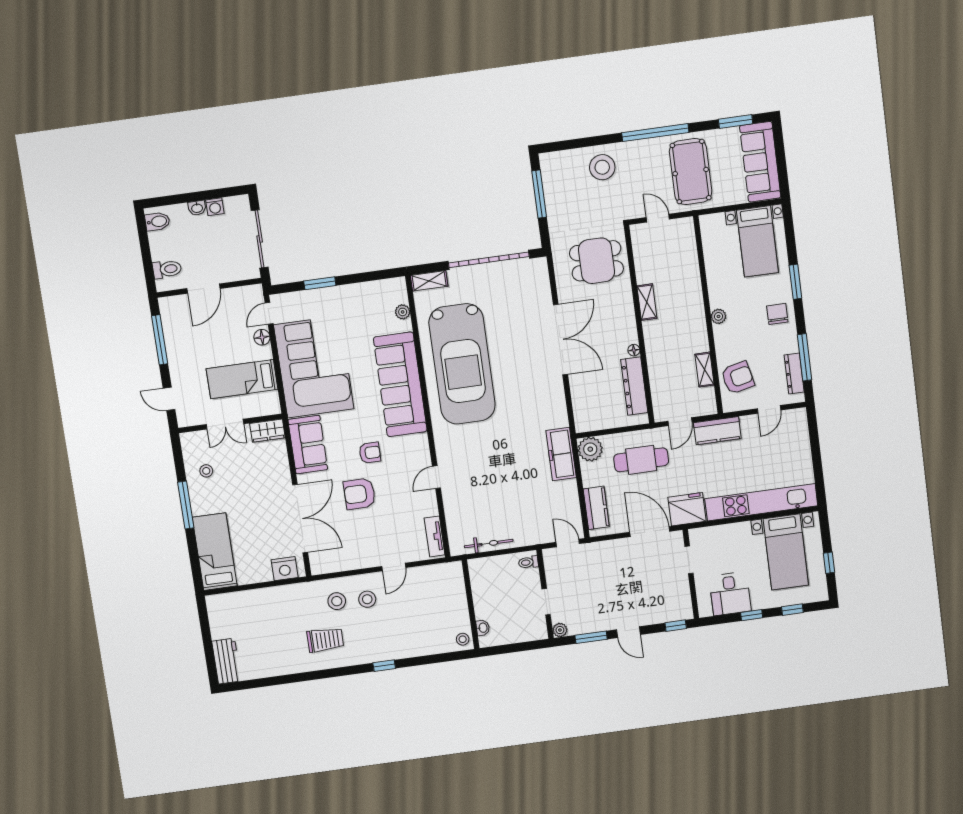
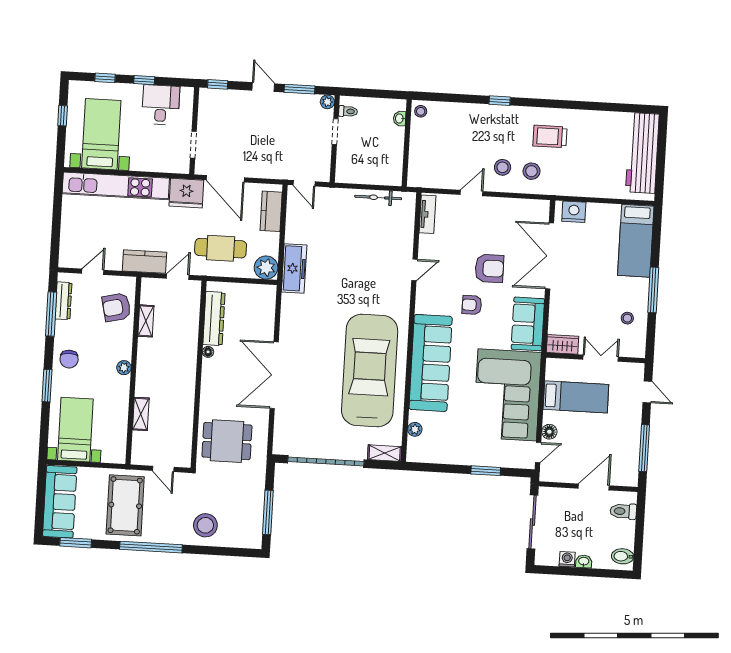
shelving: (647, 302) -> (141, 414), moved
toilet: (528, 562) -> (348, 111), moved
workbench: (226, 661) -> (642, 153), width x1.88, depth x1.32

